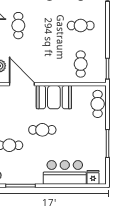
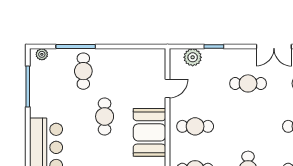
cafe table: (49, 64) -> (195, 126), added
door: (22, 84) -> (167, 88), width x0.53

